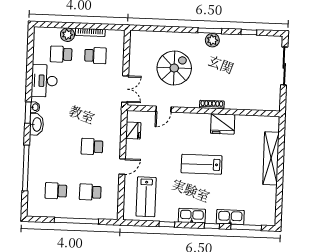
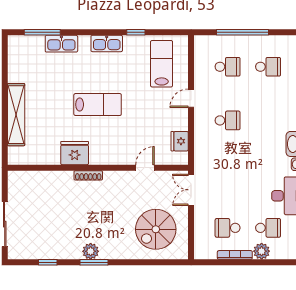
spiral stairs: (174, 68) -> (156, 229), moved
window: (212, 226) -> (83, 32), removed

